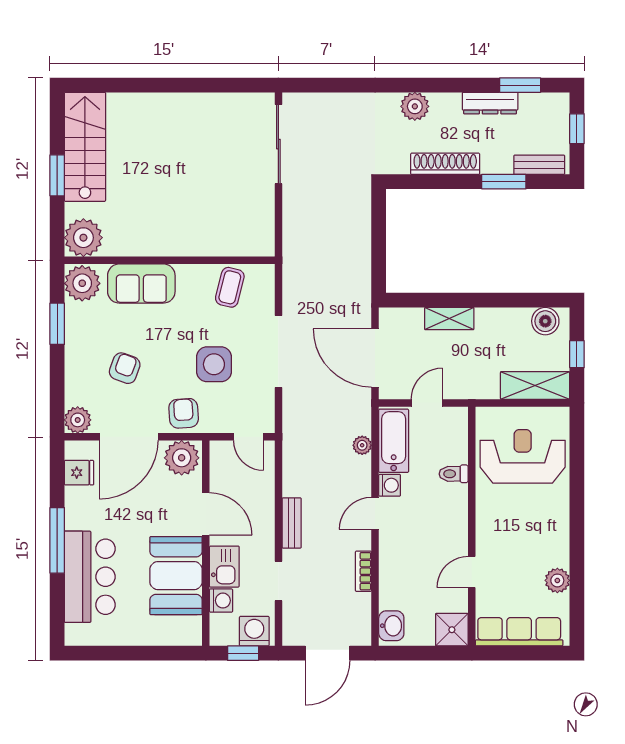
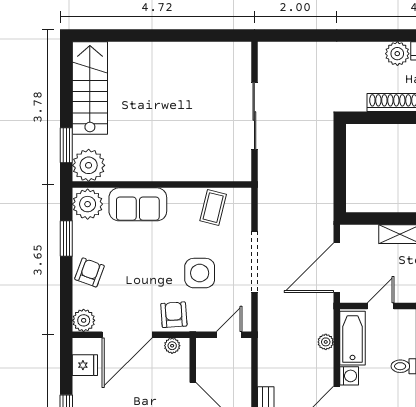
plant: (415, 106) -> (397, 54), moved
sliding door: (278, 144) -> (254, 116), moved
window: (57, 175) -> (66, 145), moved
door: (375, 358) -> (337, 268), hinge flipped
armchair: (125, 368) -> (89, 272), moved
door: (249, 437) -> (229, 335), swing flipped
plant: (182, 458) -> (172, 346), width x0.53, depth x0.53

